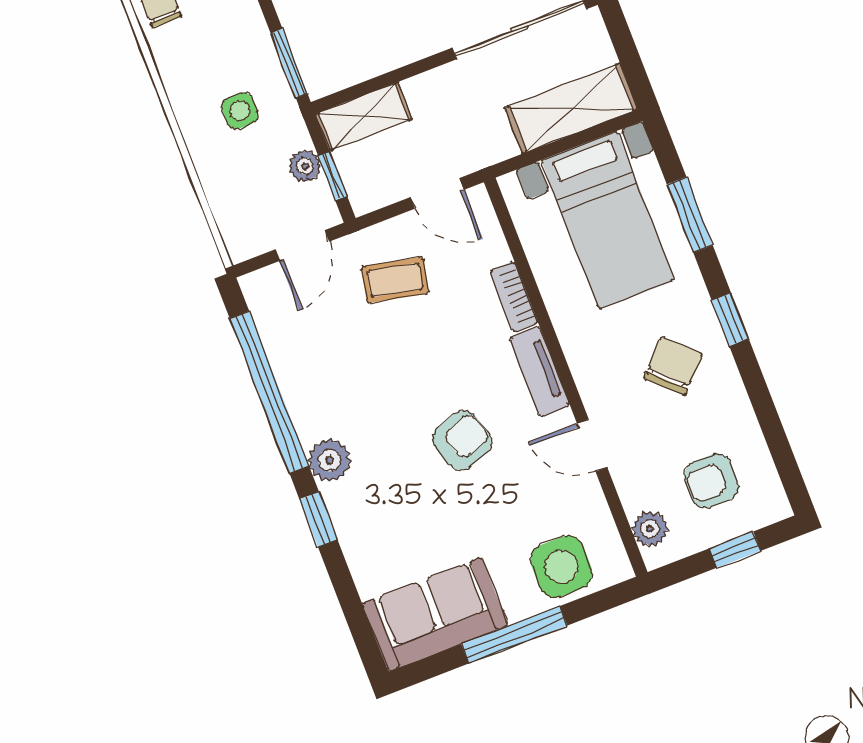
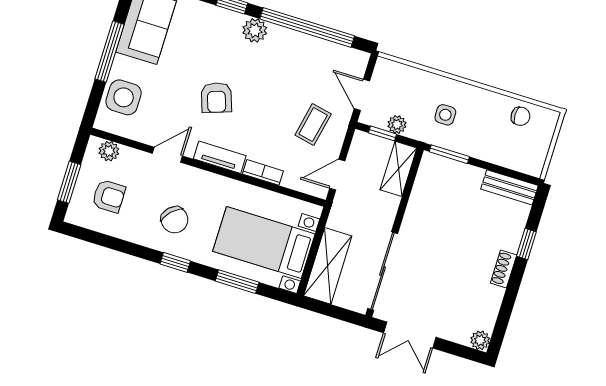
armchair: (712, 481) -> (109, 196), turned 90
window: (735, 550) -> (69, 182), width x1.50

